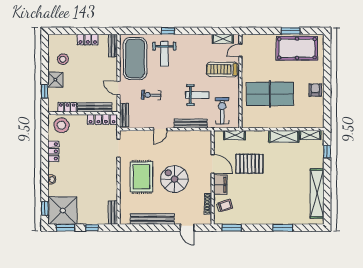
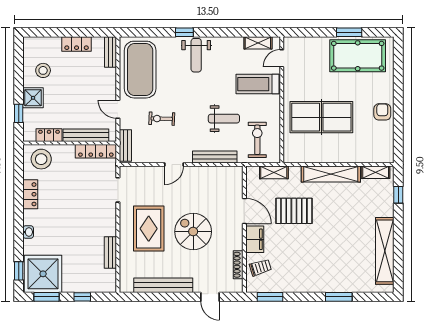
weight bench: (164, 54) -> (196, 55), moved
shelving: (284, 136) -> (331, 174), width x1.47
bench: (113, 213) -> (110, 253), moved

